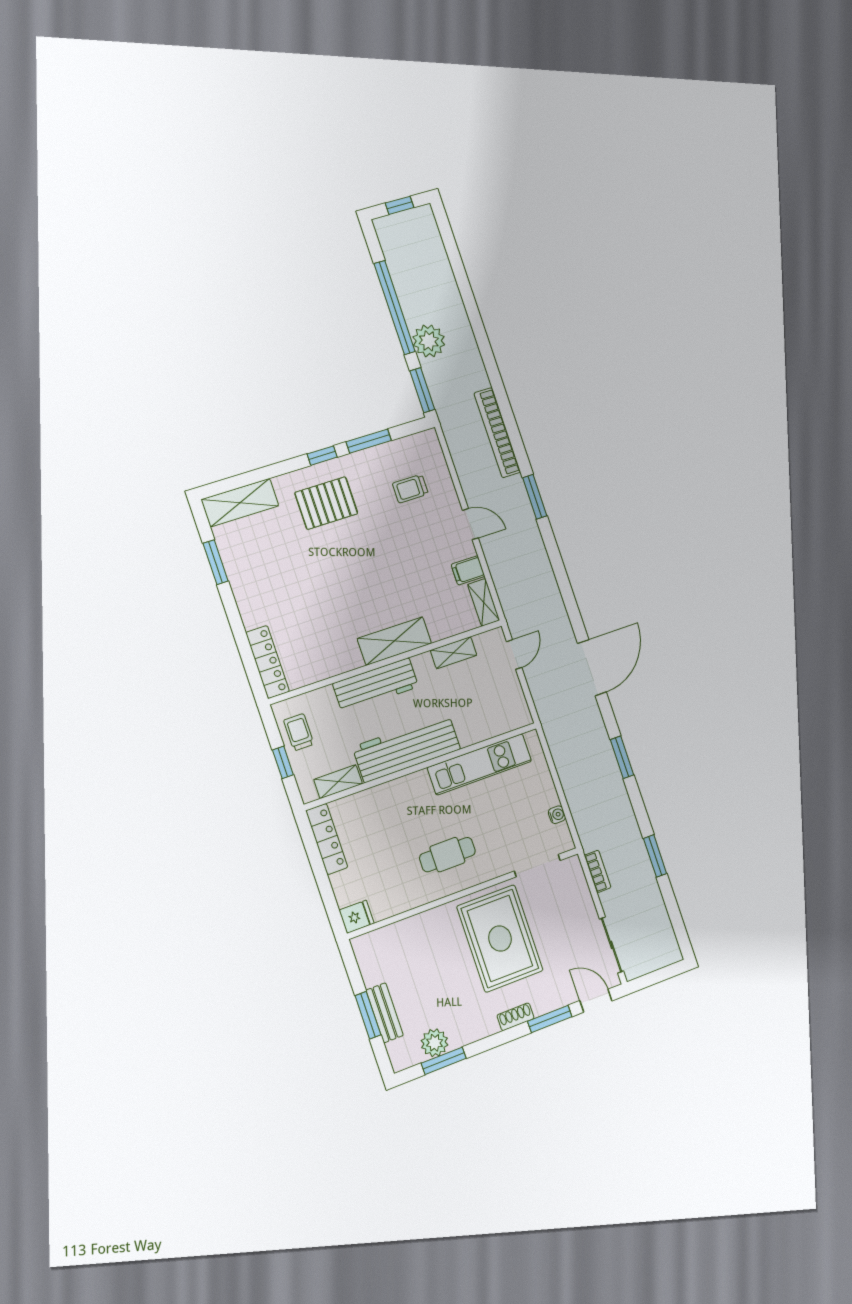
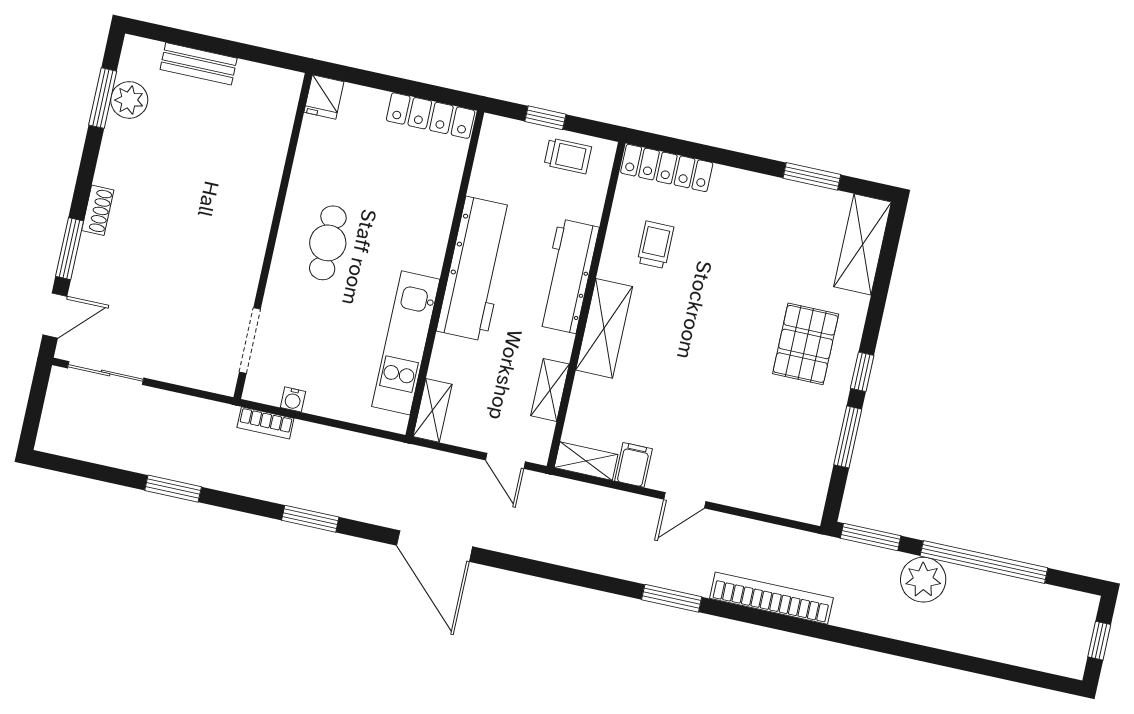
trolley: (410, 489) -> (655, 245), moved
shelving: (338, 782) -> (433, 410), moved
bookcase: (598, 871) -> (265, 423), moved
rug: (500, 938) -> (196, 246), removed
window: (368, 1015) -> (208, 44), removed

